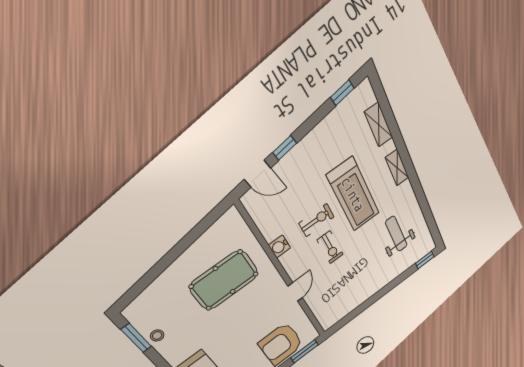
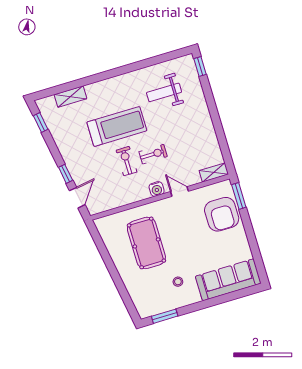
shelving: (397, 168) -> (214, 172), moved
water cooler: (279, 246) -> (157, 189), moved
stool: (157, 336) -> (178, 282), moved

